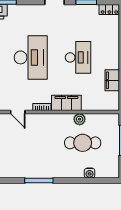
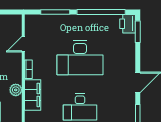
plant: (80, 119) -> (16, 90), moved

